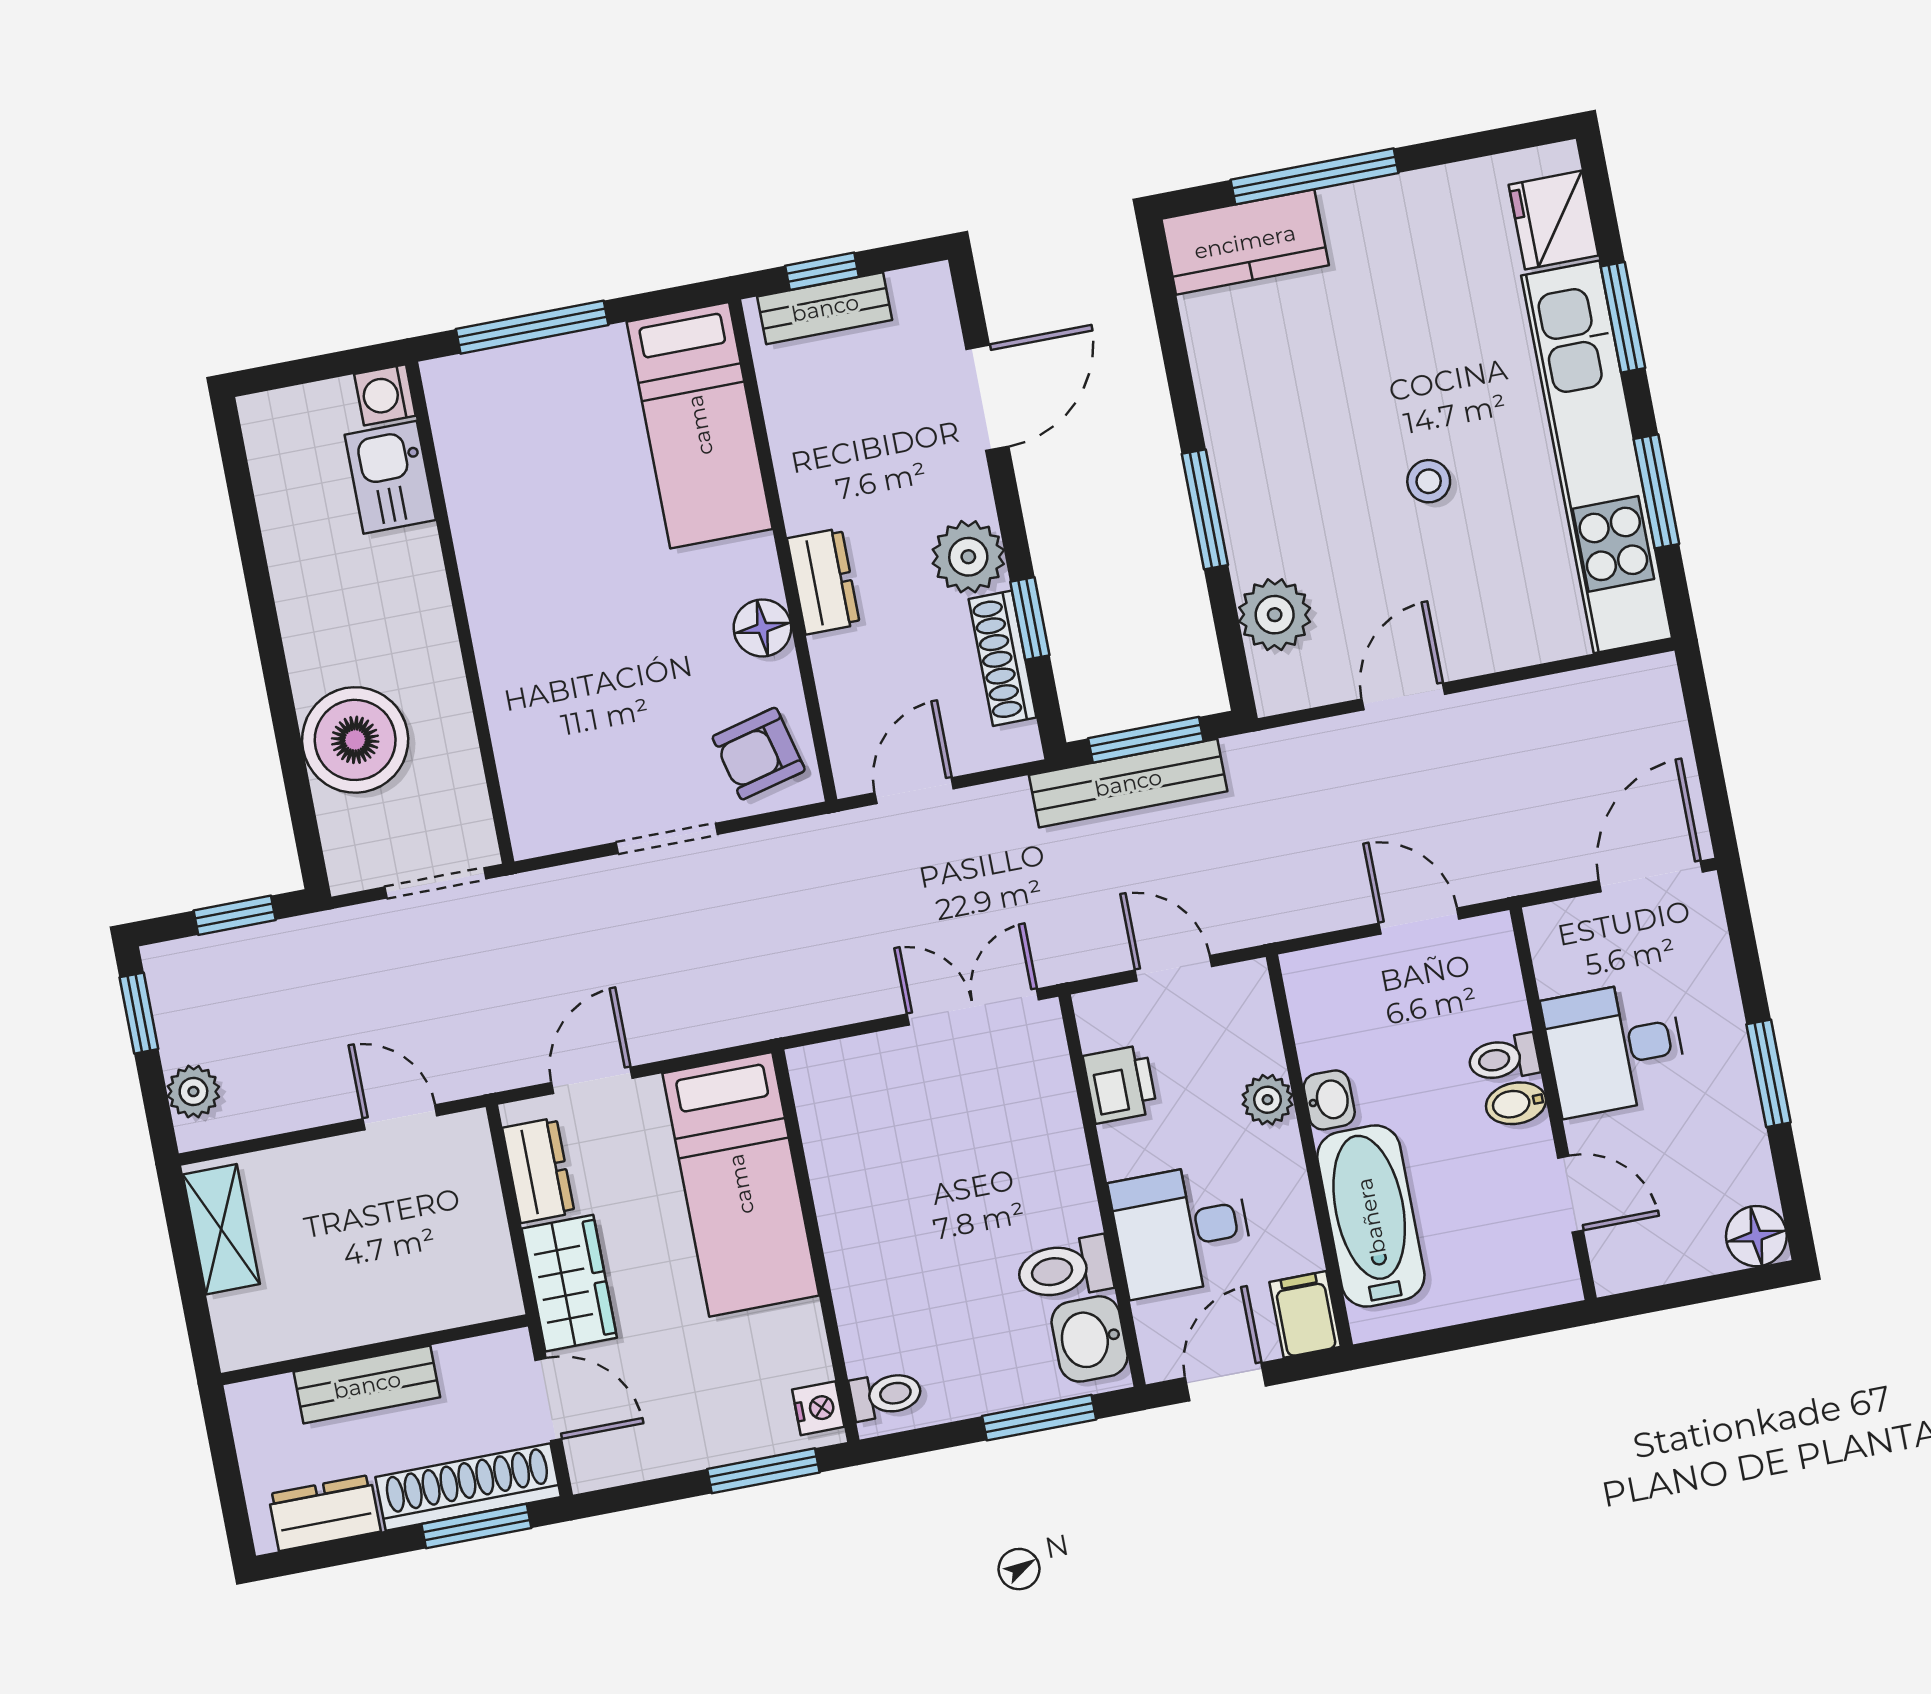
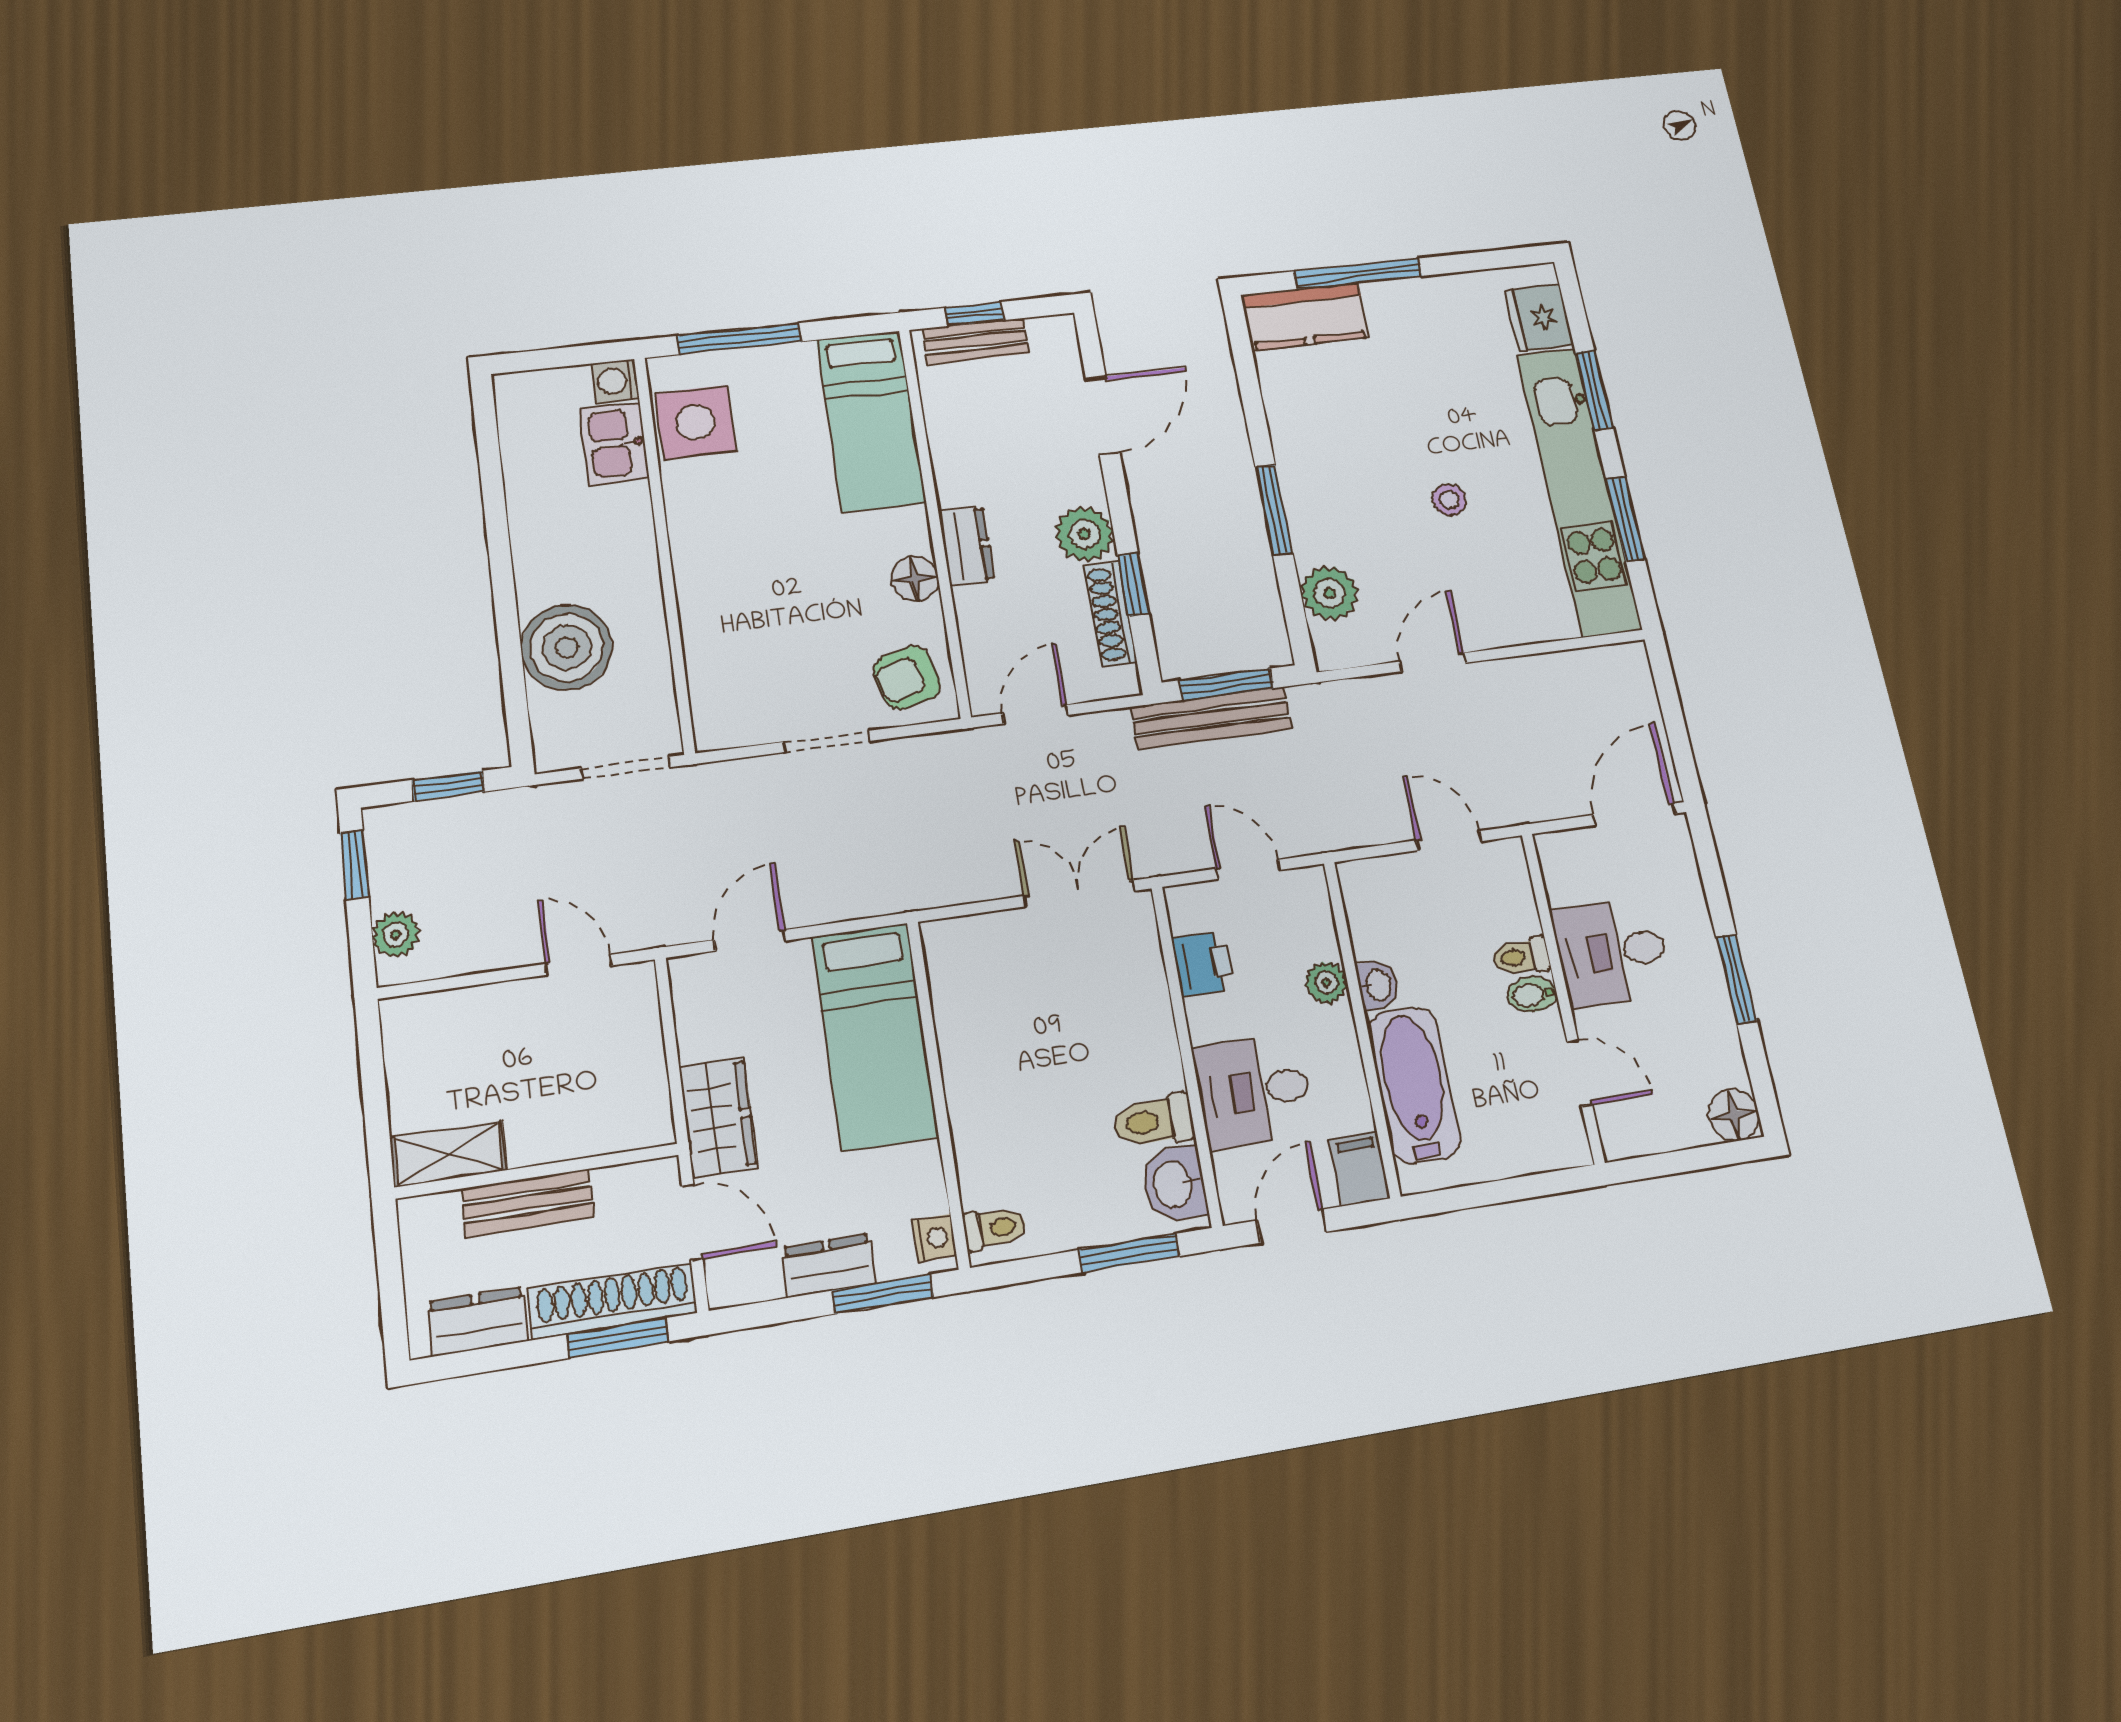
side table: (486, 443) -> (696, 422), added
dresser: (538, 1170) -> (829, 1266), moved, turned -90
shelving: (221, 1229) -> (448, 1154), moved, turned 90

